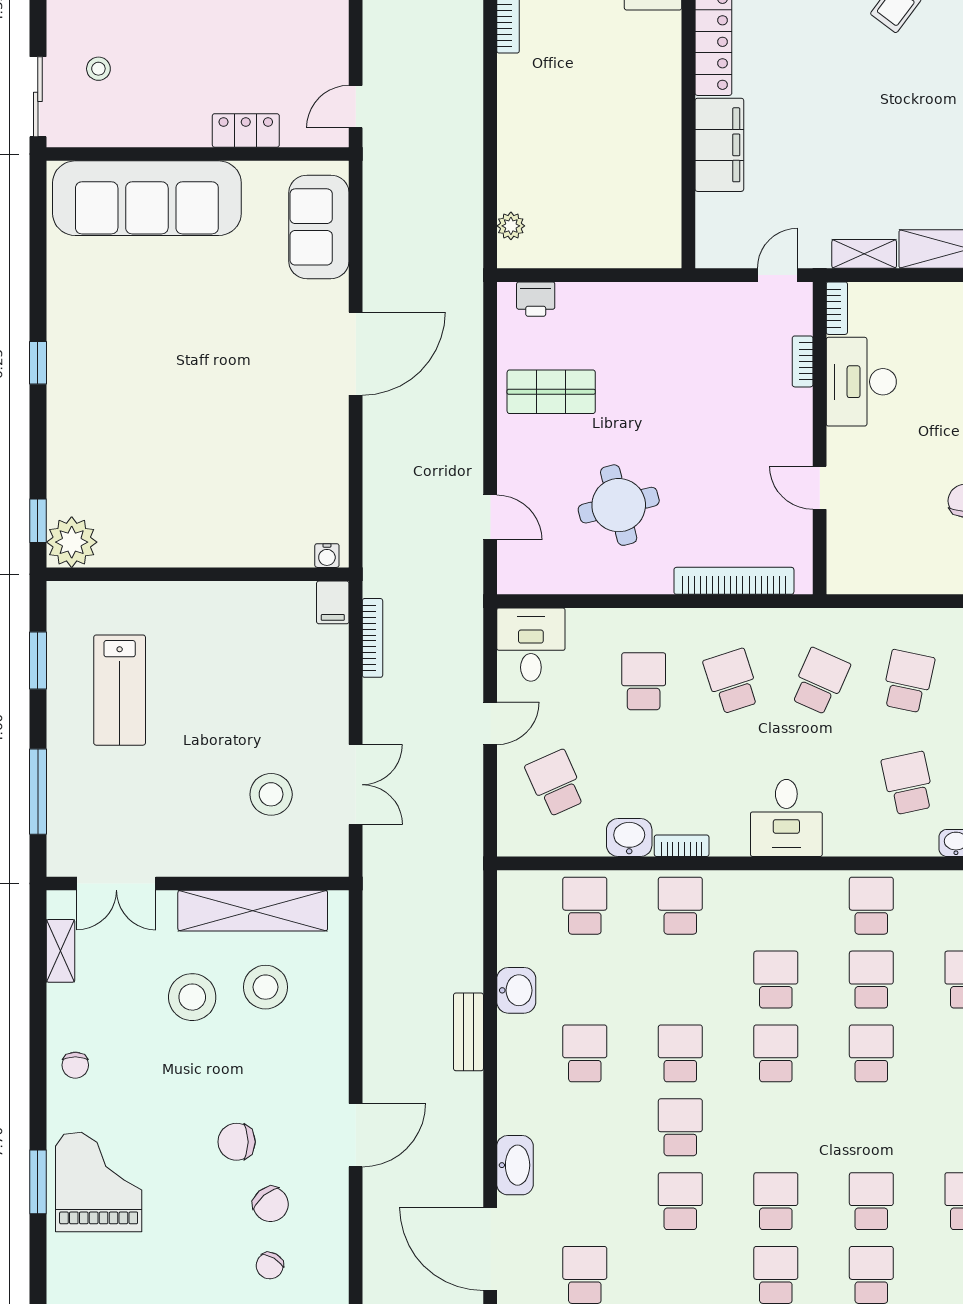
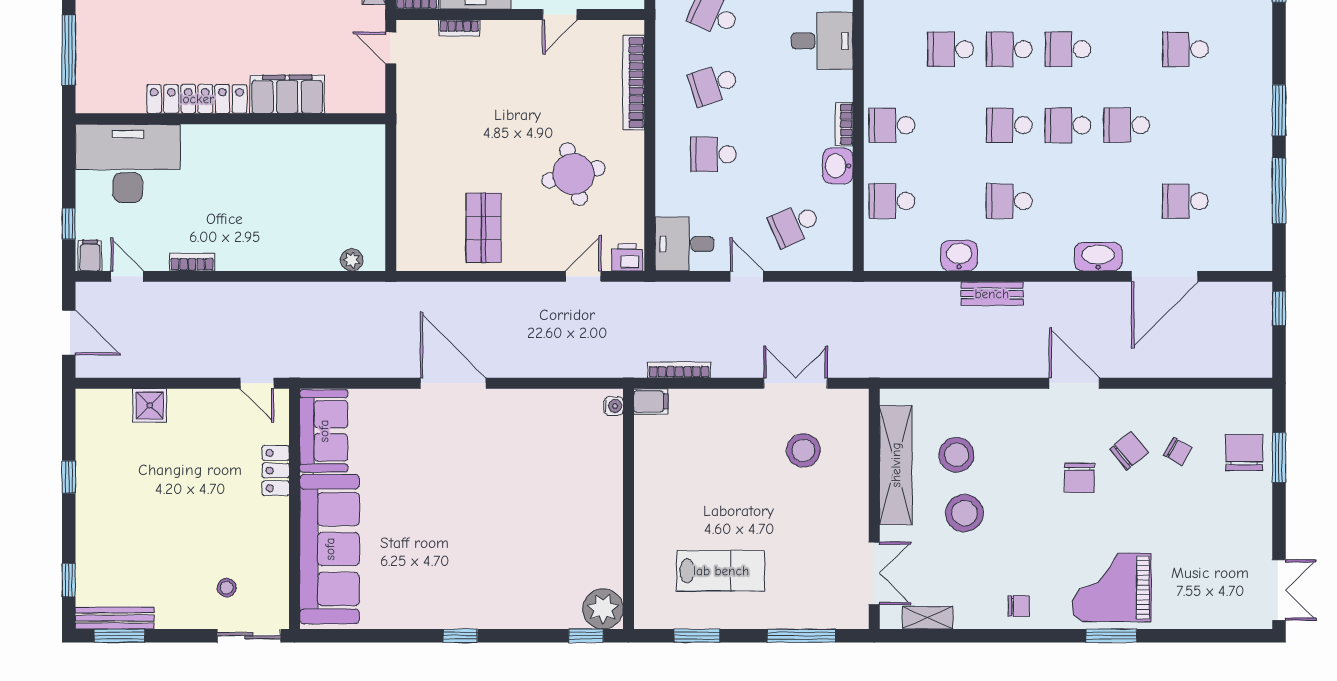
sofa: (319, 227) -> (324, 431), moved, turned -90
printer: (536, 299) -> (627, 257), moved, turned -90
school desk: (776, 1201) -> (1068, 49), moved

